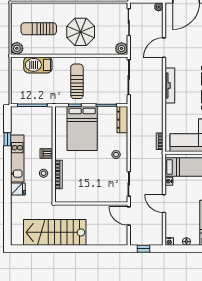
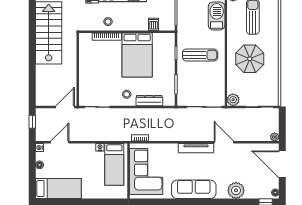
door: (164, 48) -> (224, 142), moved
dresser: (122, 120) -> (149, 101), moved
bed: (82, 129) -> (137, 55), moved, turned -90
dishwasher: (46, 154) -> (153, 24), moved
door: (164, 204) -> (60, 142), moved

